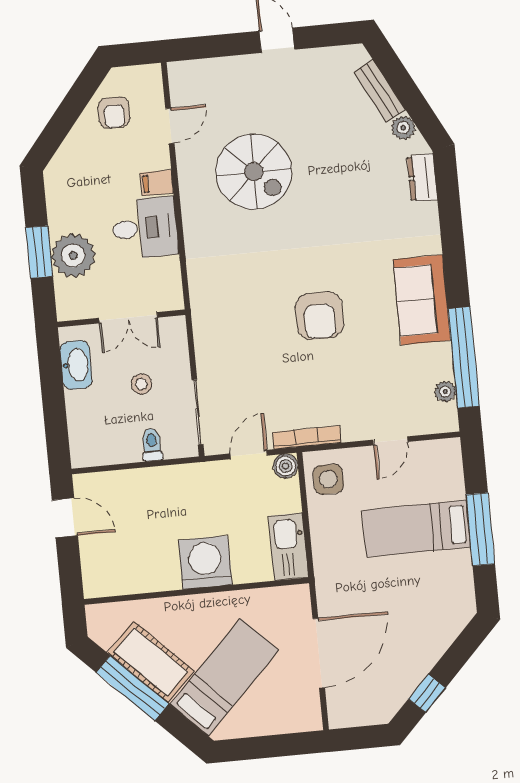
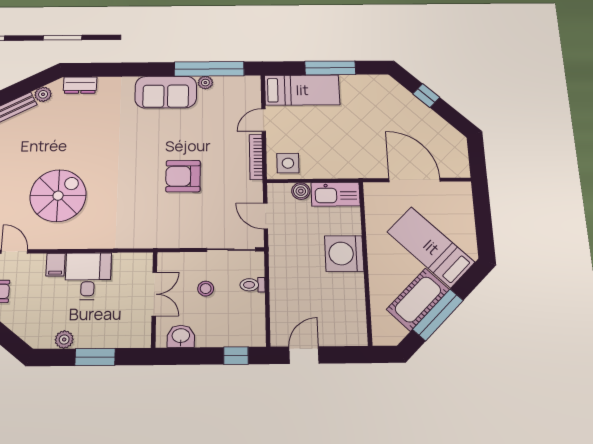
plant: (73, 256) -> (64, 340), moved, width x0.53, depth x0.53
armchair: (320, 316) -> (183, 176), moved, turned 180
washbasin: (76, 365) -> (181, 336), width x0.72
plant: (445, 392) -> (205, 83), moved
window: (57, 431) -> (236, 356), added
bookcase: (307, 437) -> (256, 157), moved
door: (391, 441) -> (264, 120), swing flipped
boiler: (286, 466) -> (301, 191), moved
bed: (416, 529) -> (302, 90), moved, turned -90
window: (427, 693) -> (426, 96), moved

